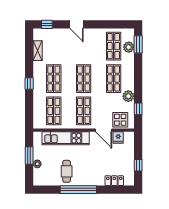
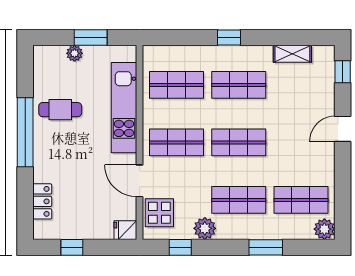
window: (138, 44) -> (266, 247), moved
plant: (129, 47) -> (324, 229), moved
door: (104, 130) -> (140, 181), hinge flipped
fridge: (118, 137) -> (125, 230), moved

